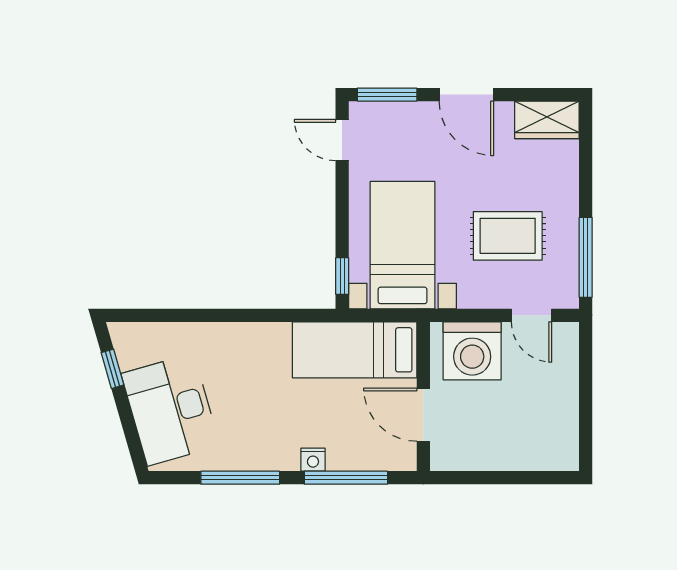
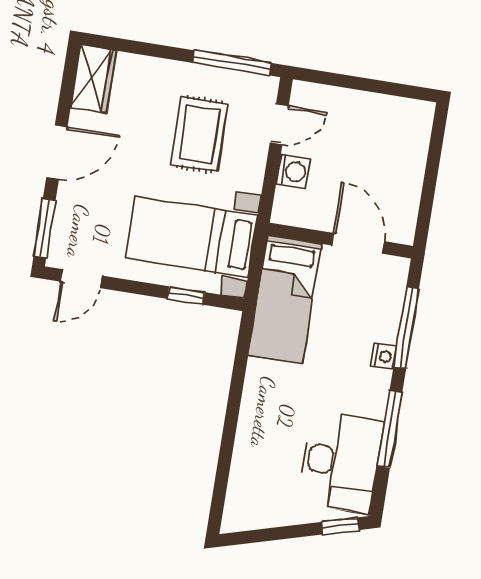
window: (342, 276) -> (186, 296), moved
washing machine: (472, 351) -> (293, 171), width x0.53, depth x0.53
window: (112, 369) -> (340, 526), moved
desk: (170, 410) -> (341, 462), moved, turned -74
door: (423, 415) -> (358, 243), swing flipped

